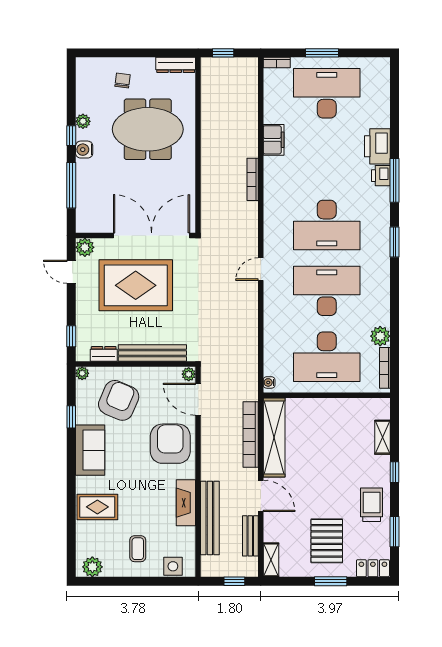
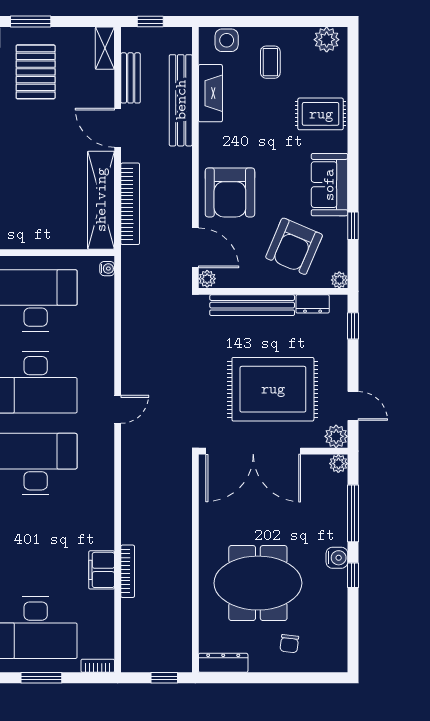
plant: (83, 121) -> (338, 464), moved
bookcase: (253, 179) -> (128, 571), moved
fireplace: (186, 503) -> (210, 93), moved

